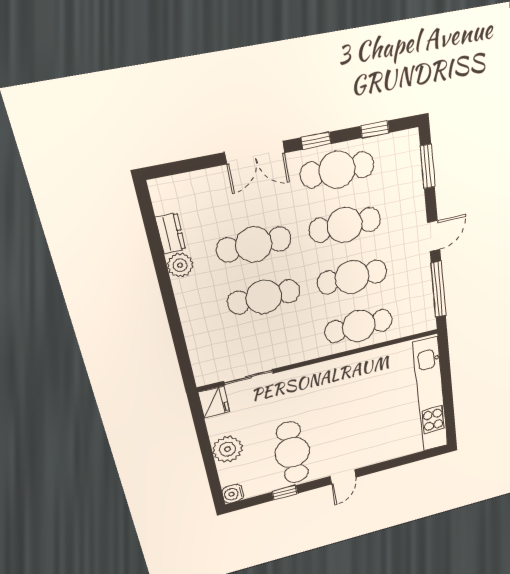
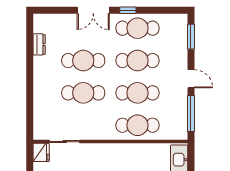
window: (375, 129) -> (162, 10), removed
door: (434, 236) -> (191, 79), hinge flipped
plant: (180, 265) -> (40, 63), removed

